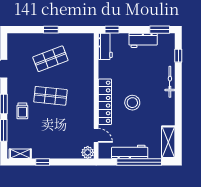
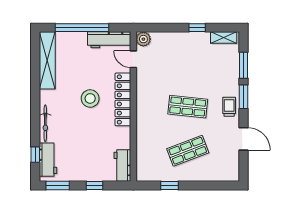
window: (51, 30) -> (169, 185), moved
window: (112, 30) -> (94, 185), moved
workbench: (143, 40) -> (48, 160), moved, turned 90
trolley: (22, 111) -> (229, 107), moved
shelving: (168, 142) -> (47, 60), width x1.47
workbench: (130, 152) -> (109, 40), moved

